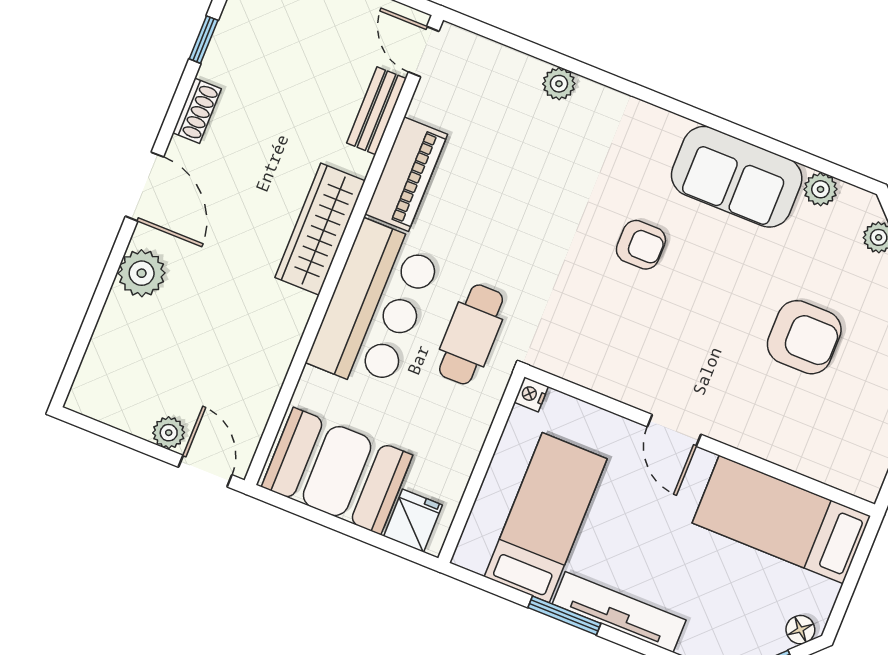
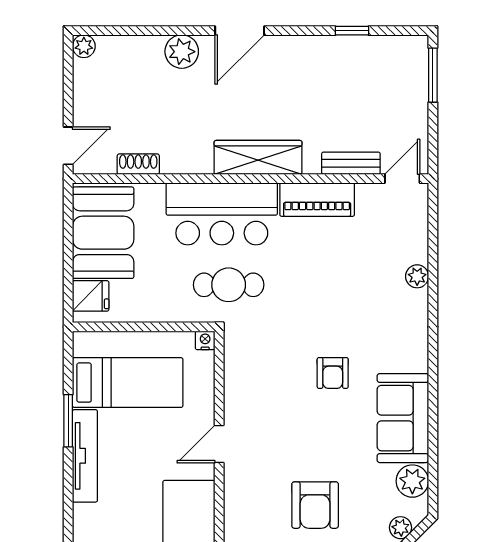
shoe rack: (197, 111) -> (138, 164), moved, turned 180
plant: (821, 189) -> (412, 481), width x1.38, depth x1.38
plant: (169, 433) -> (84, 46), moved

